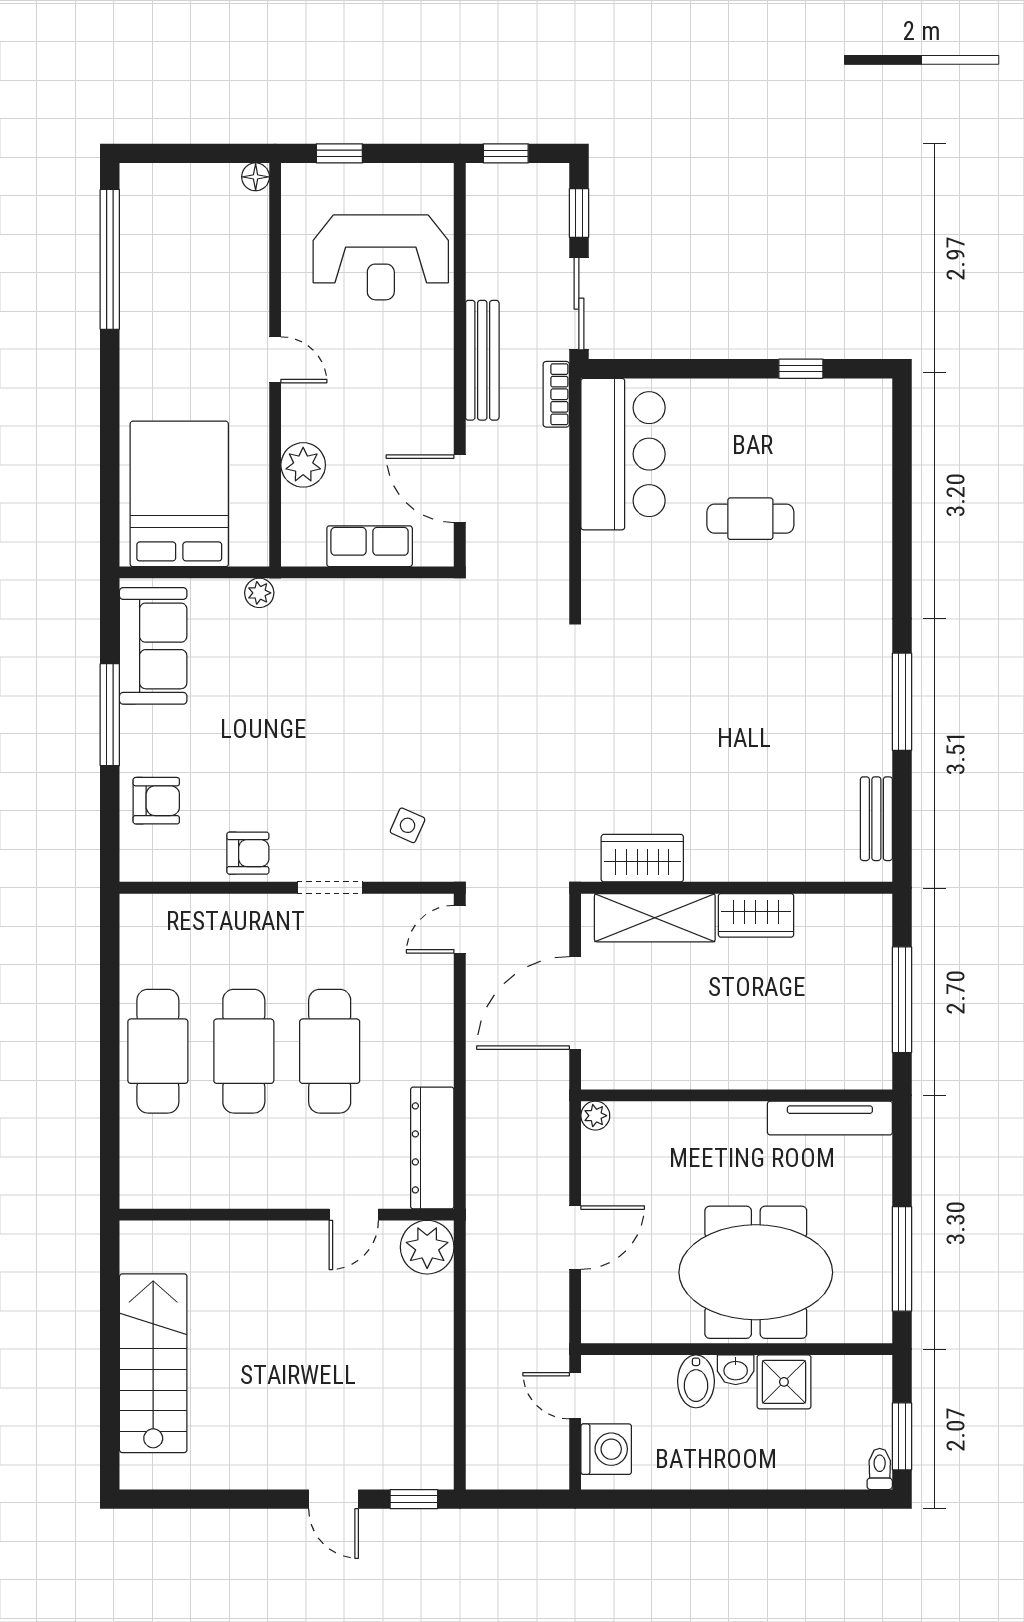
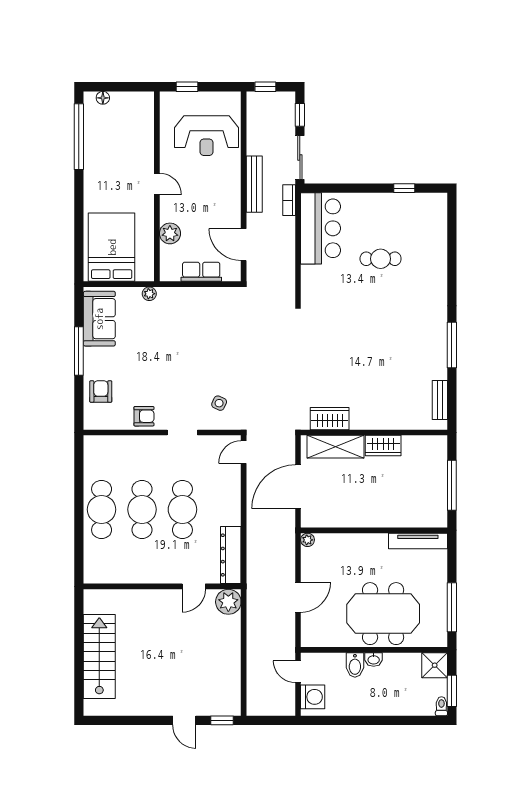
floor lamp: (256, 177) -> (103, 98), moved
armchair: (156, 801) -> (101, 392), turned -90
shower: (784, 1382) -> (435, 665), moved

